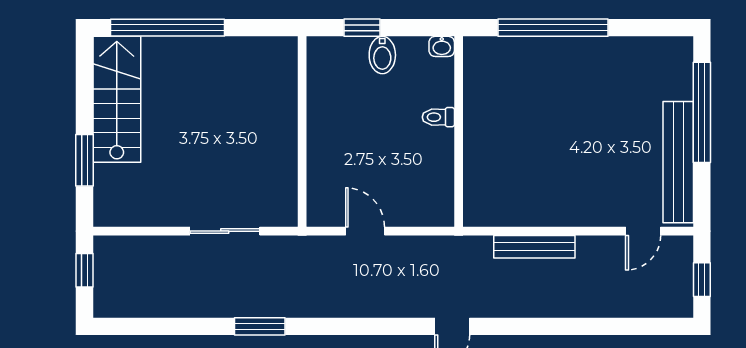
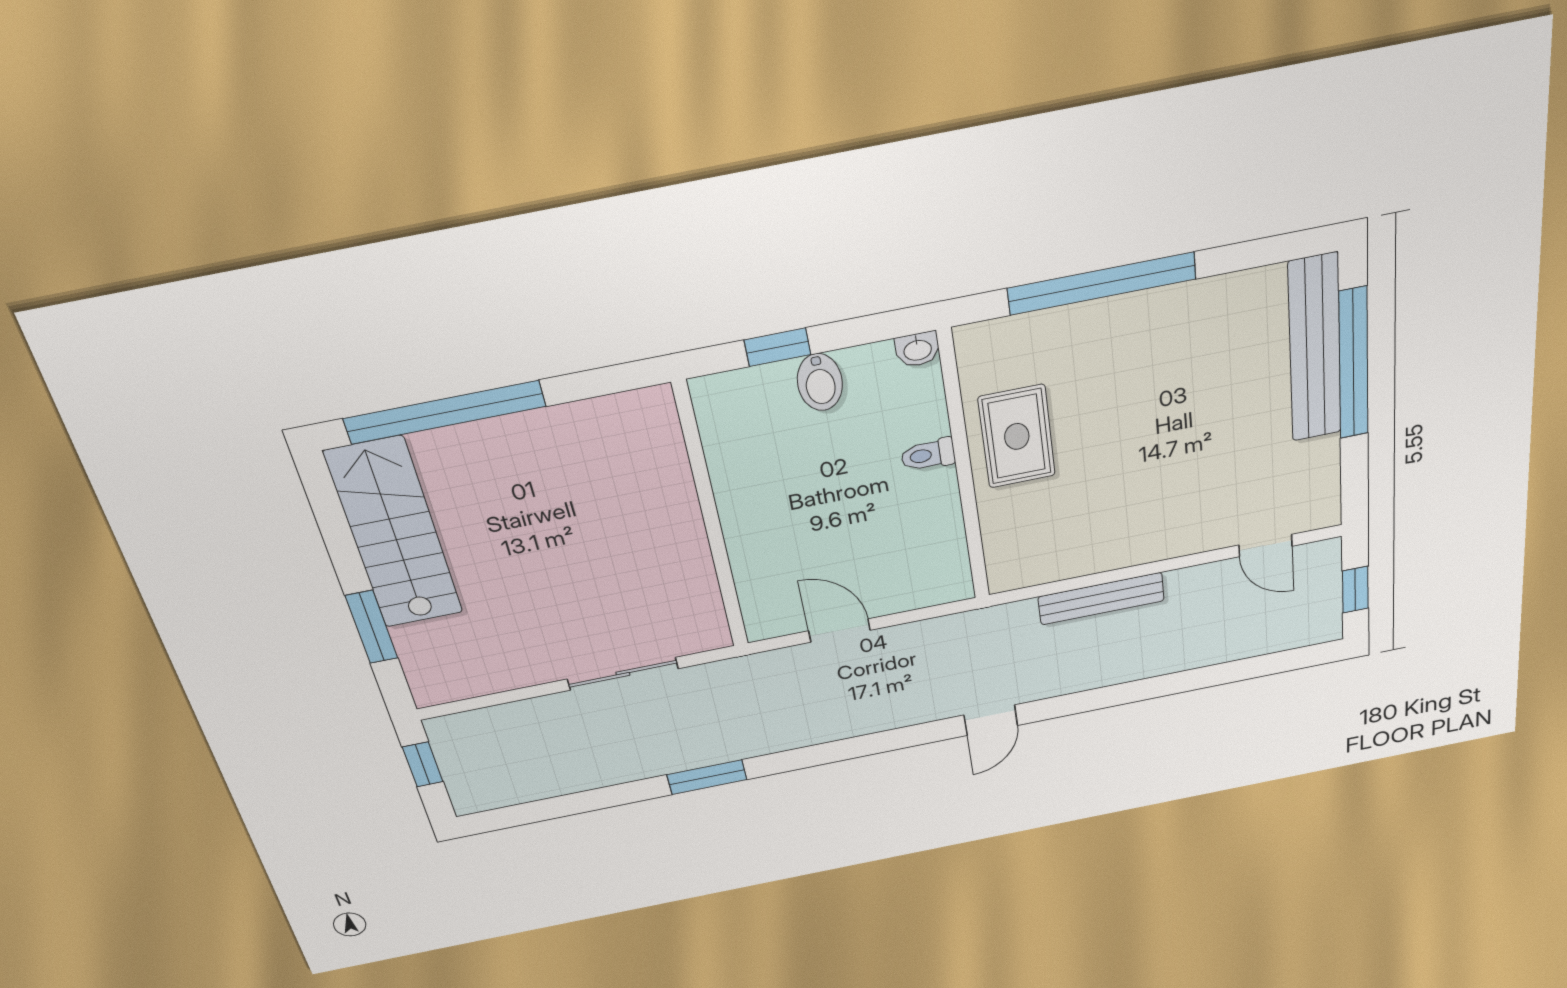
rug: (493, 117) -> (1017, 436), added
bench: (678, 162) -> (1315, 349), moved
door: (643, 231) -> (1265, 546), hinge flipped

